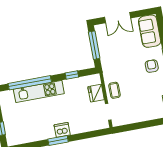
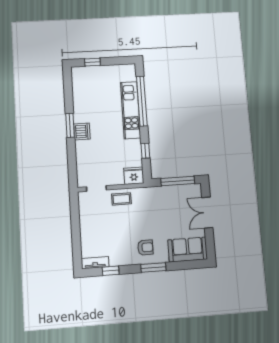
fridge: (96, 93) -> (134, 176), moved

